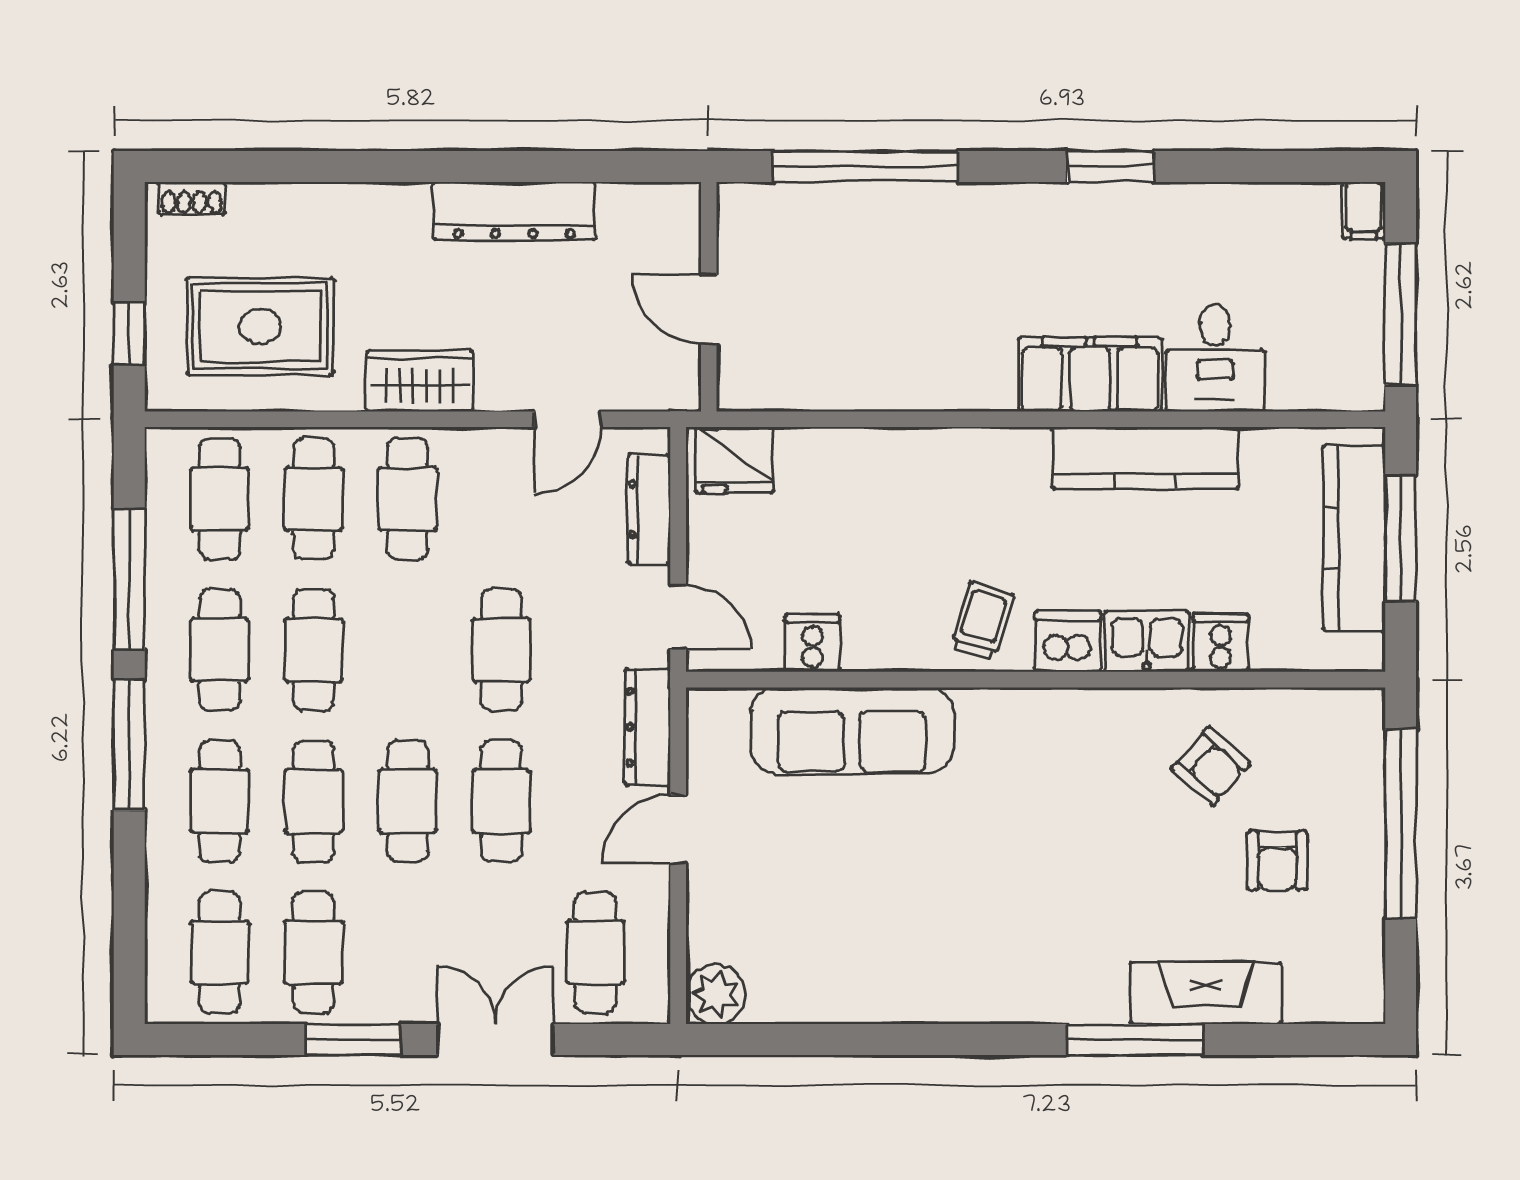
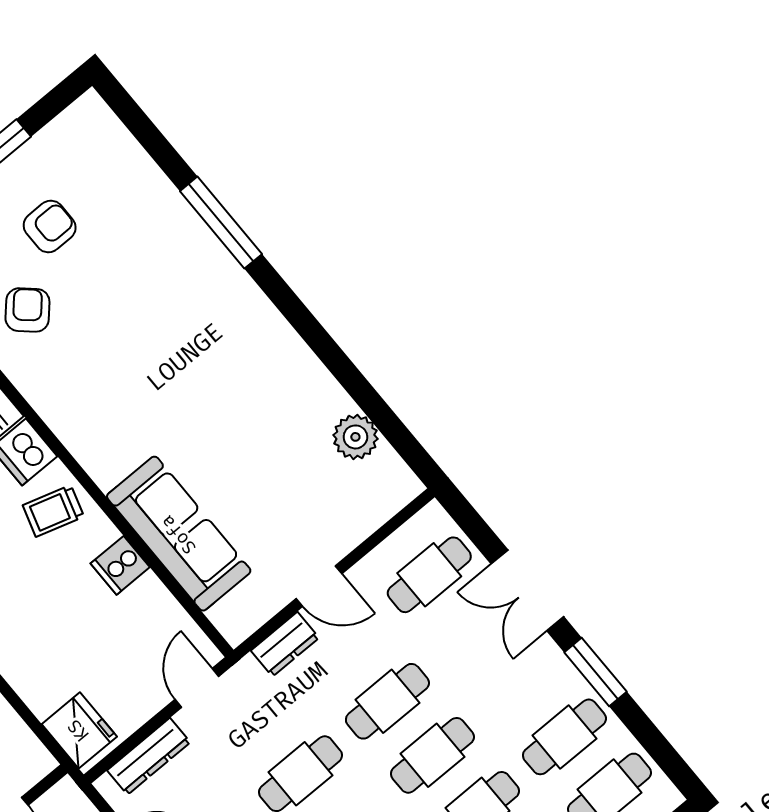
cooker: (812, 643) -> (120, 565), moved
dresser: (648, 727) -> (285, 644), width x0.70
fireplace: (1206, 993) -> (160, 204), removed
plant: (716, 994) -> (355, 437), moved

